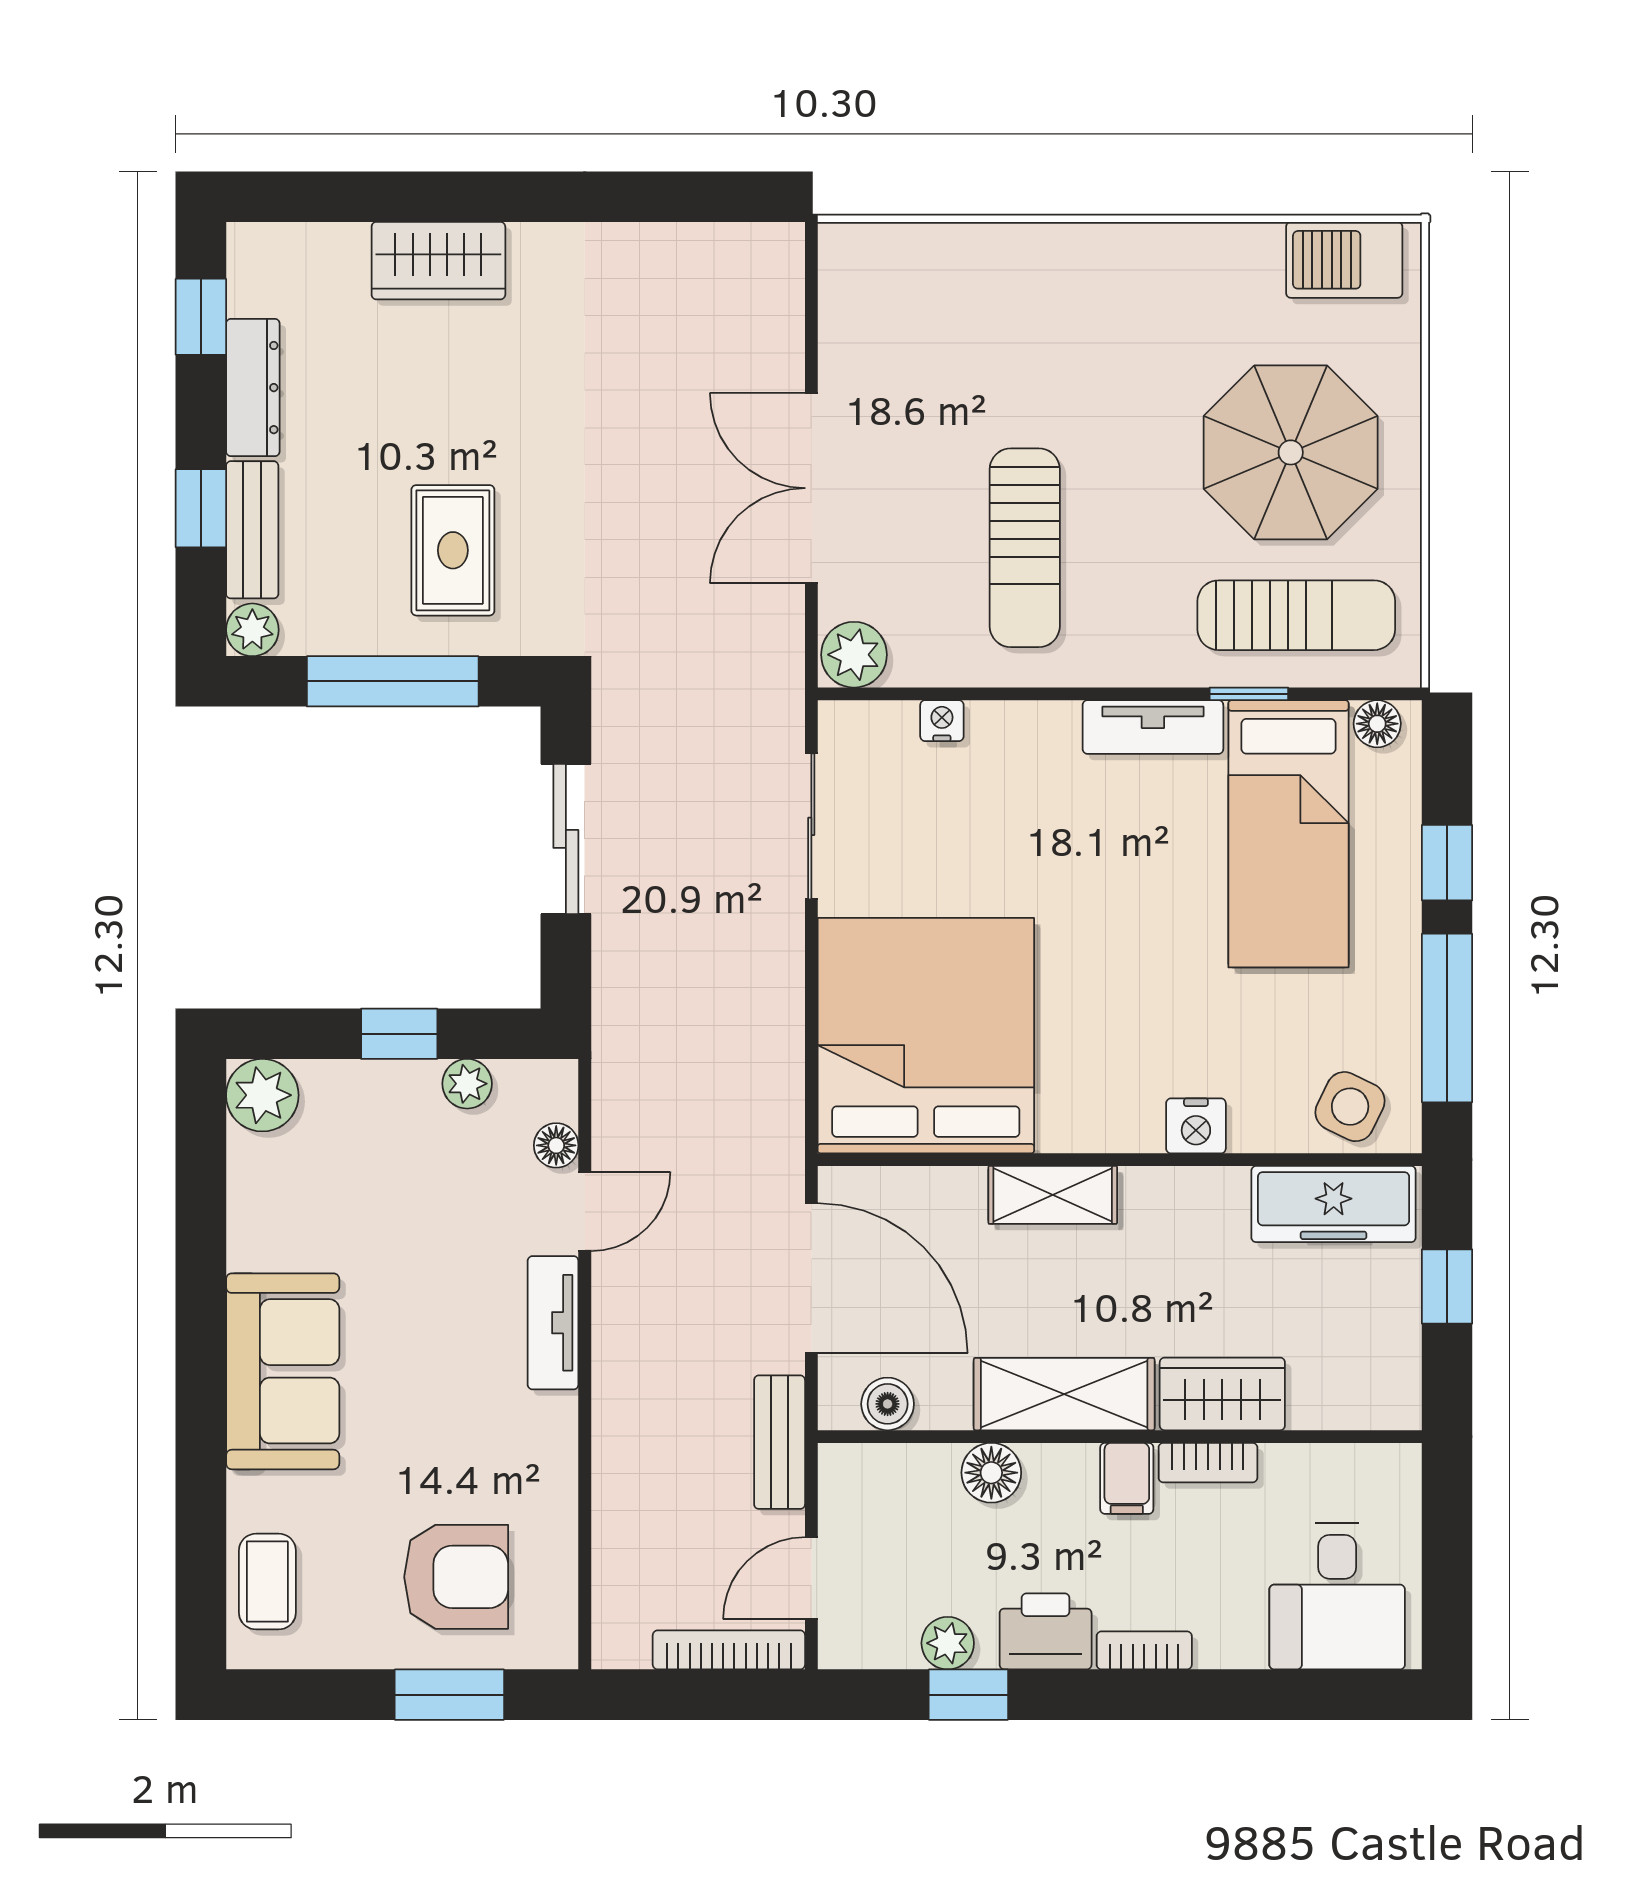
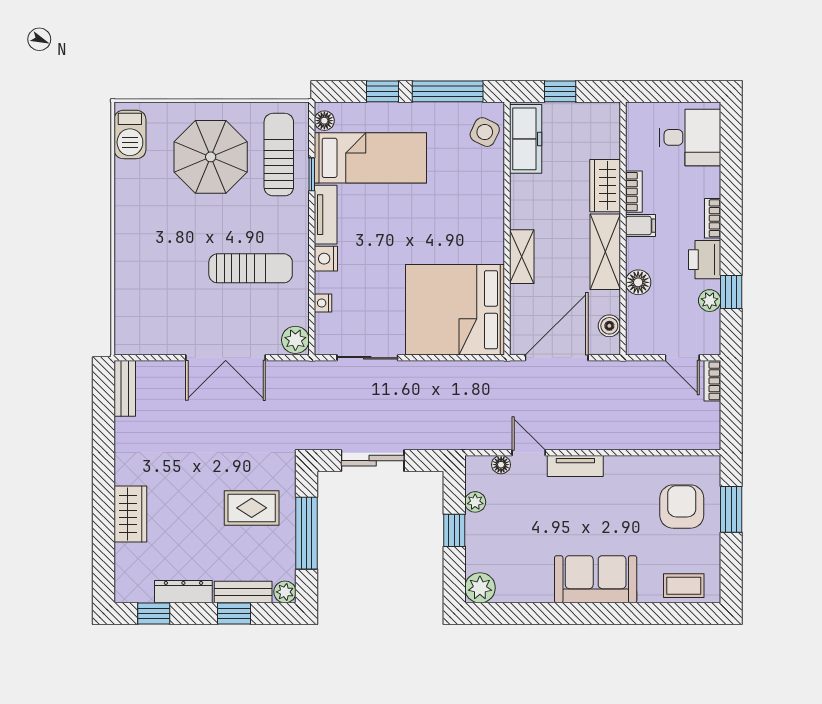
nightstand: (1196, 1126) -> (326, 259), moved, turned 180
bench: (780, 1442) -> (125, 388), moved, turned 90
bookcase: (729, 1650) -> (712, 381), width x0.64

